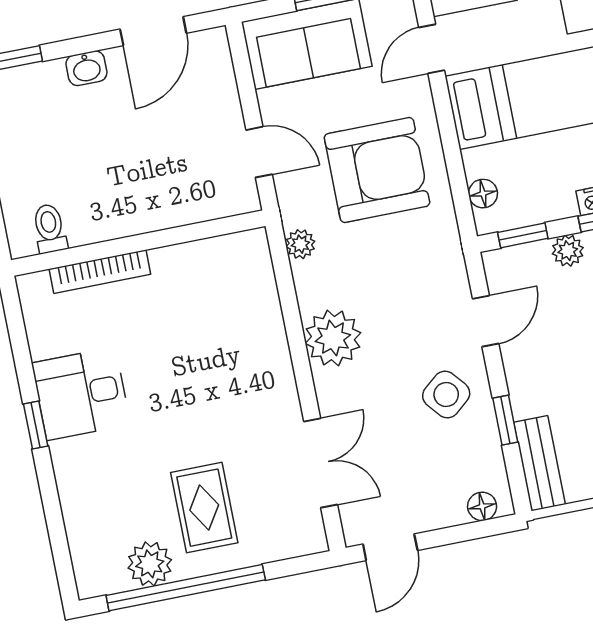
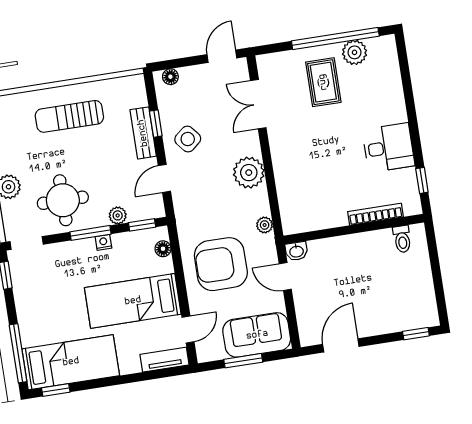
washbasin: (86, 68) -> (296, 251), moved, turned 180
window: (36, 425) -> (422, 180), moved
bench: (539, 463) -> (143, 133), moved

